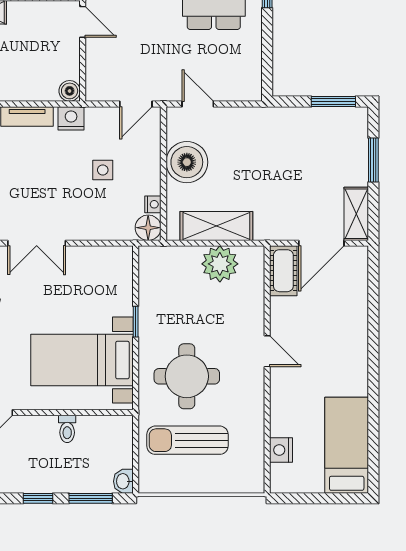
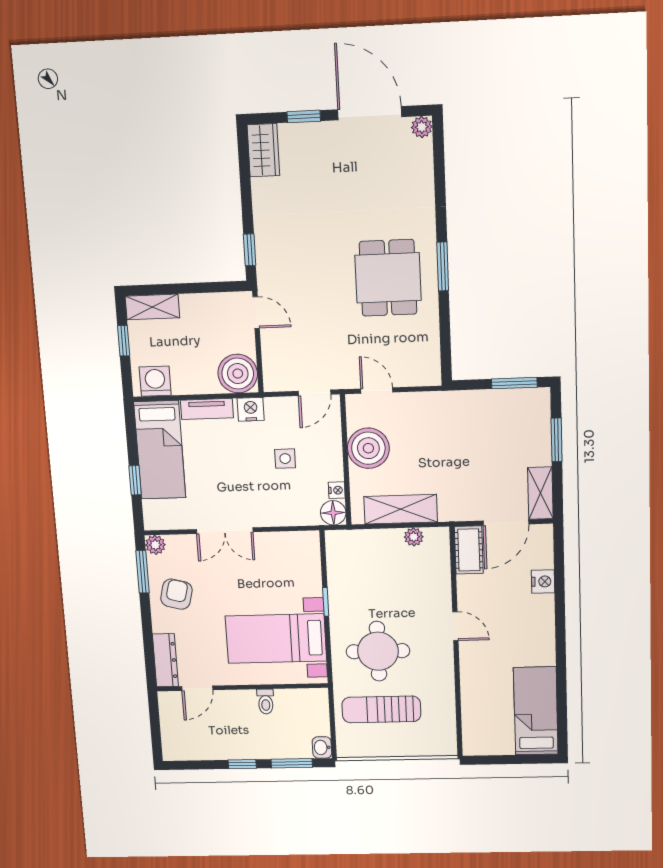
boiler: (70, 91) -> (238, 374), width x1.86, depth x1.86
plant: (220, 264) -> (414, 537), width x0.53, depth x0.53
nightstand: (281, 450) -> (543, 582), moved, turned 180

